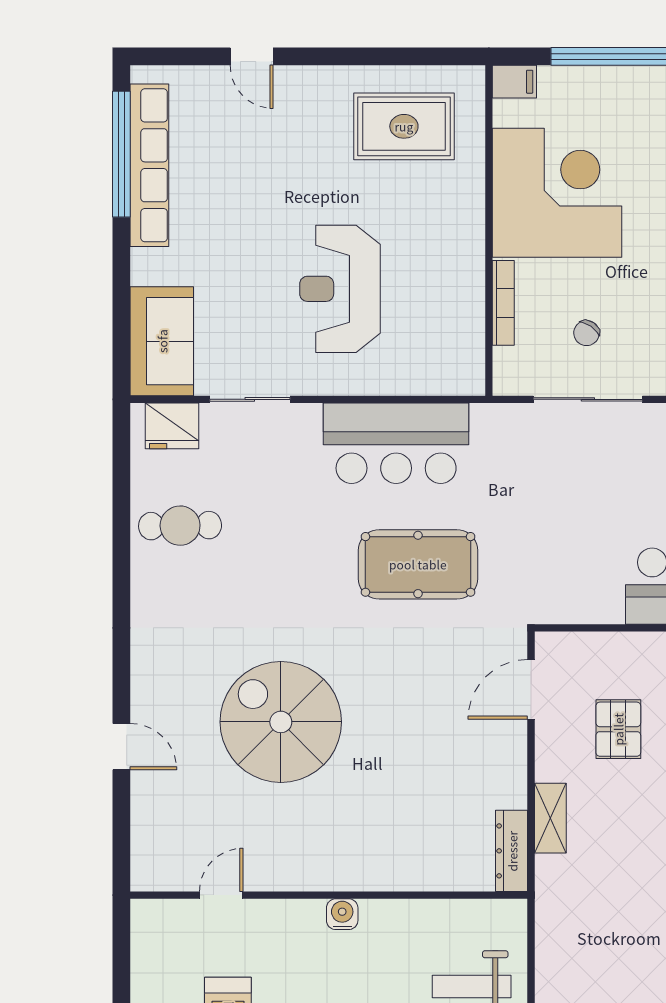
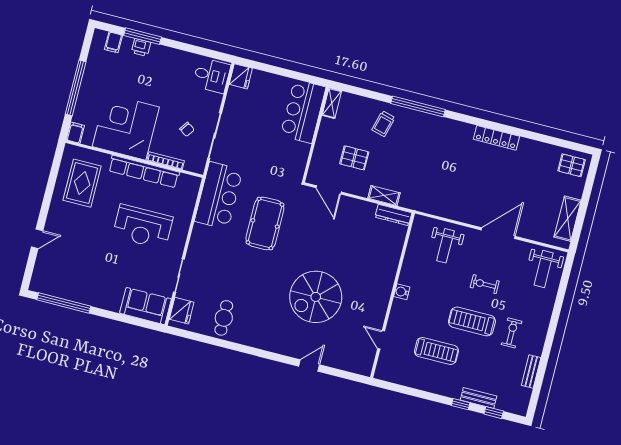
row of seats: (149, 165) -> (144, 171), moved, turned 180
bar counter: (396, 443) -> (219, 196), moved

